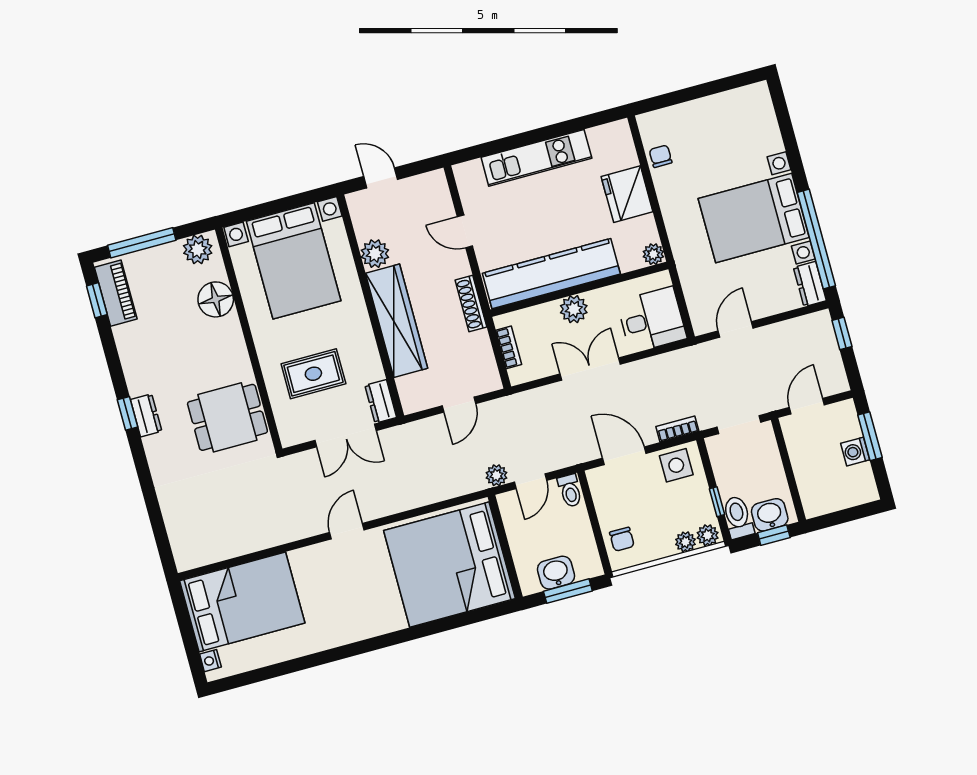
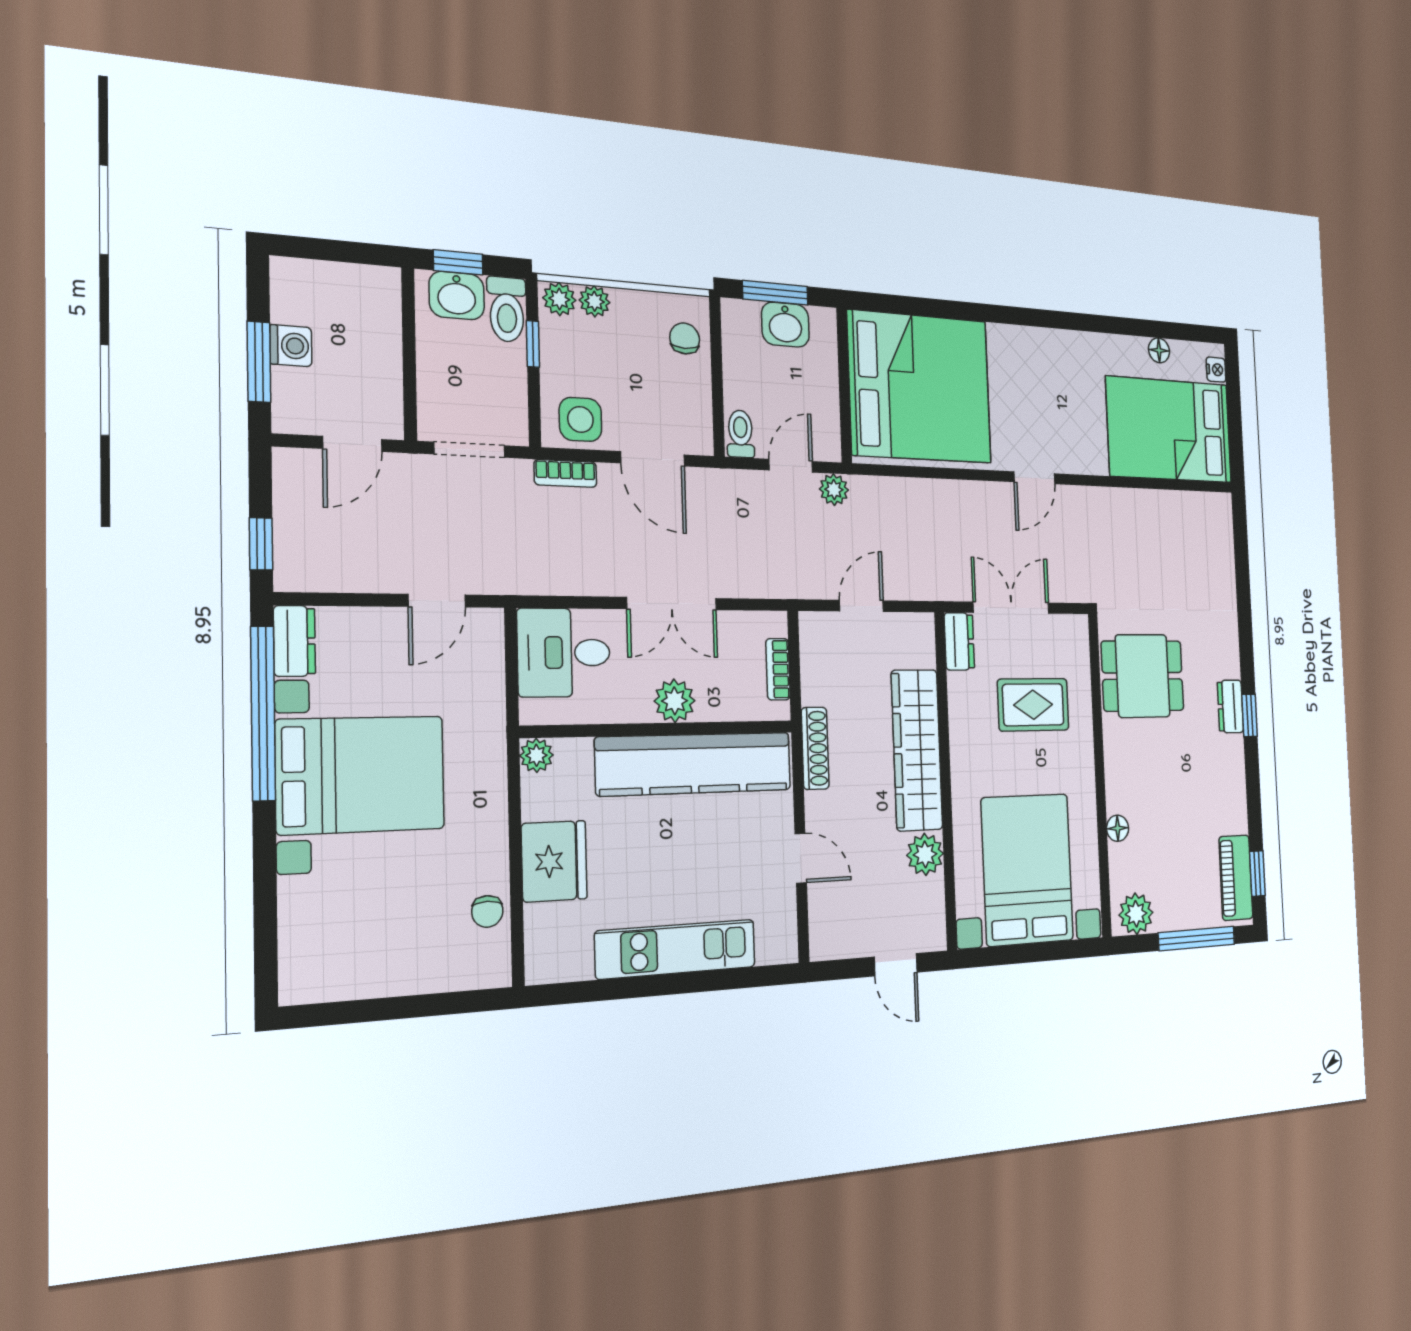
floor lamp: (216, 299) -> (1118, 828), width x0.53, depth x0.53
floor lamp: (263, 657) -> (1159, 350), added

